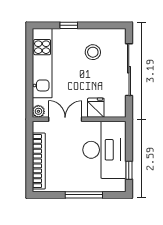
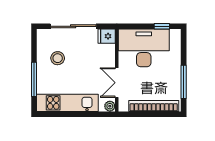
window: (69, 25) -> (34, 79), width x2.17
fridge: (96, 108) -> (107, 36), moved
window: (84, 195) -> (184, 82), moved

